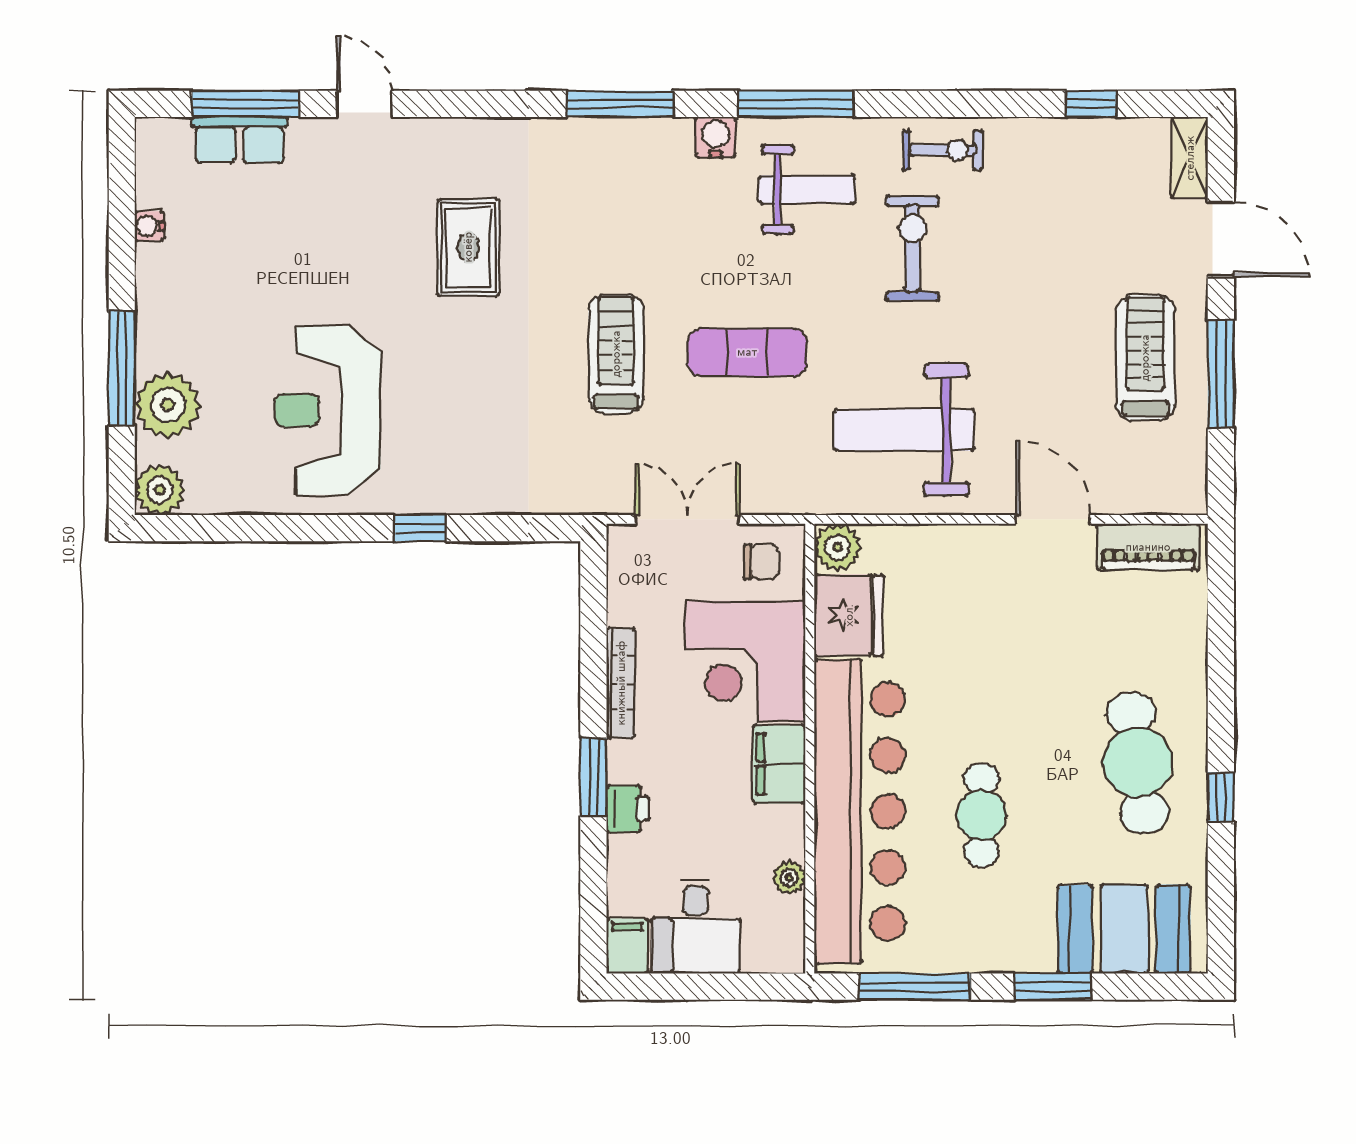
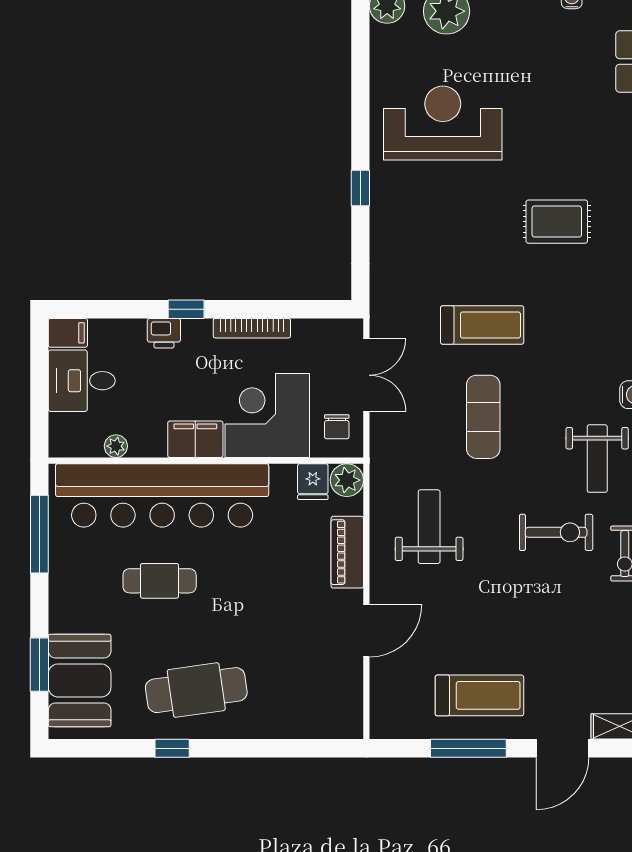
weight bench: (904, 430) -> (429, 527), width x0.73, depth x0.75
piano: (1148, 547) -> (347, 552), moved
fridge: (849, 615) -> (313, 482), width x0.53, depth x0.75
window: (593, 777) -> (186, 309), width x0.67
window: (1053, 987) -> (39, 665), moved

